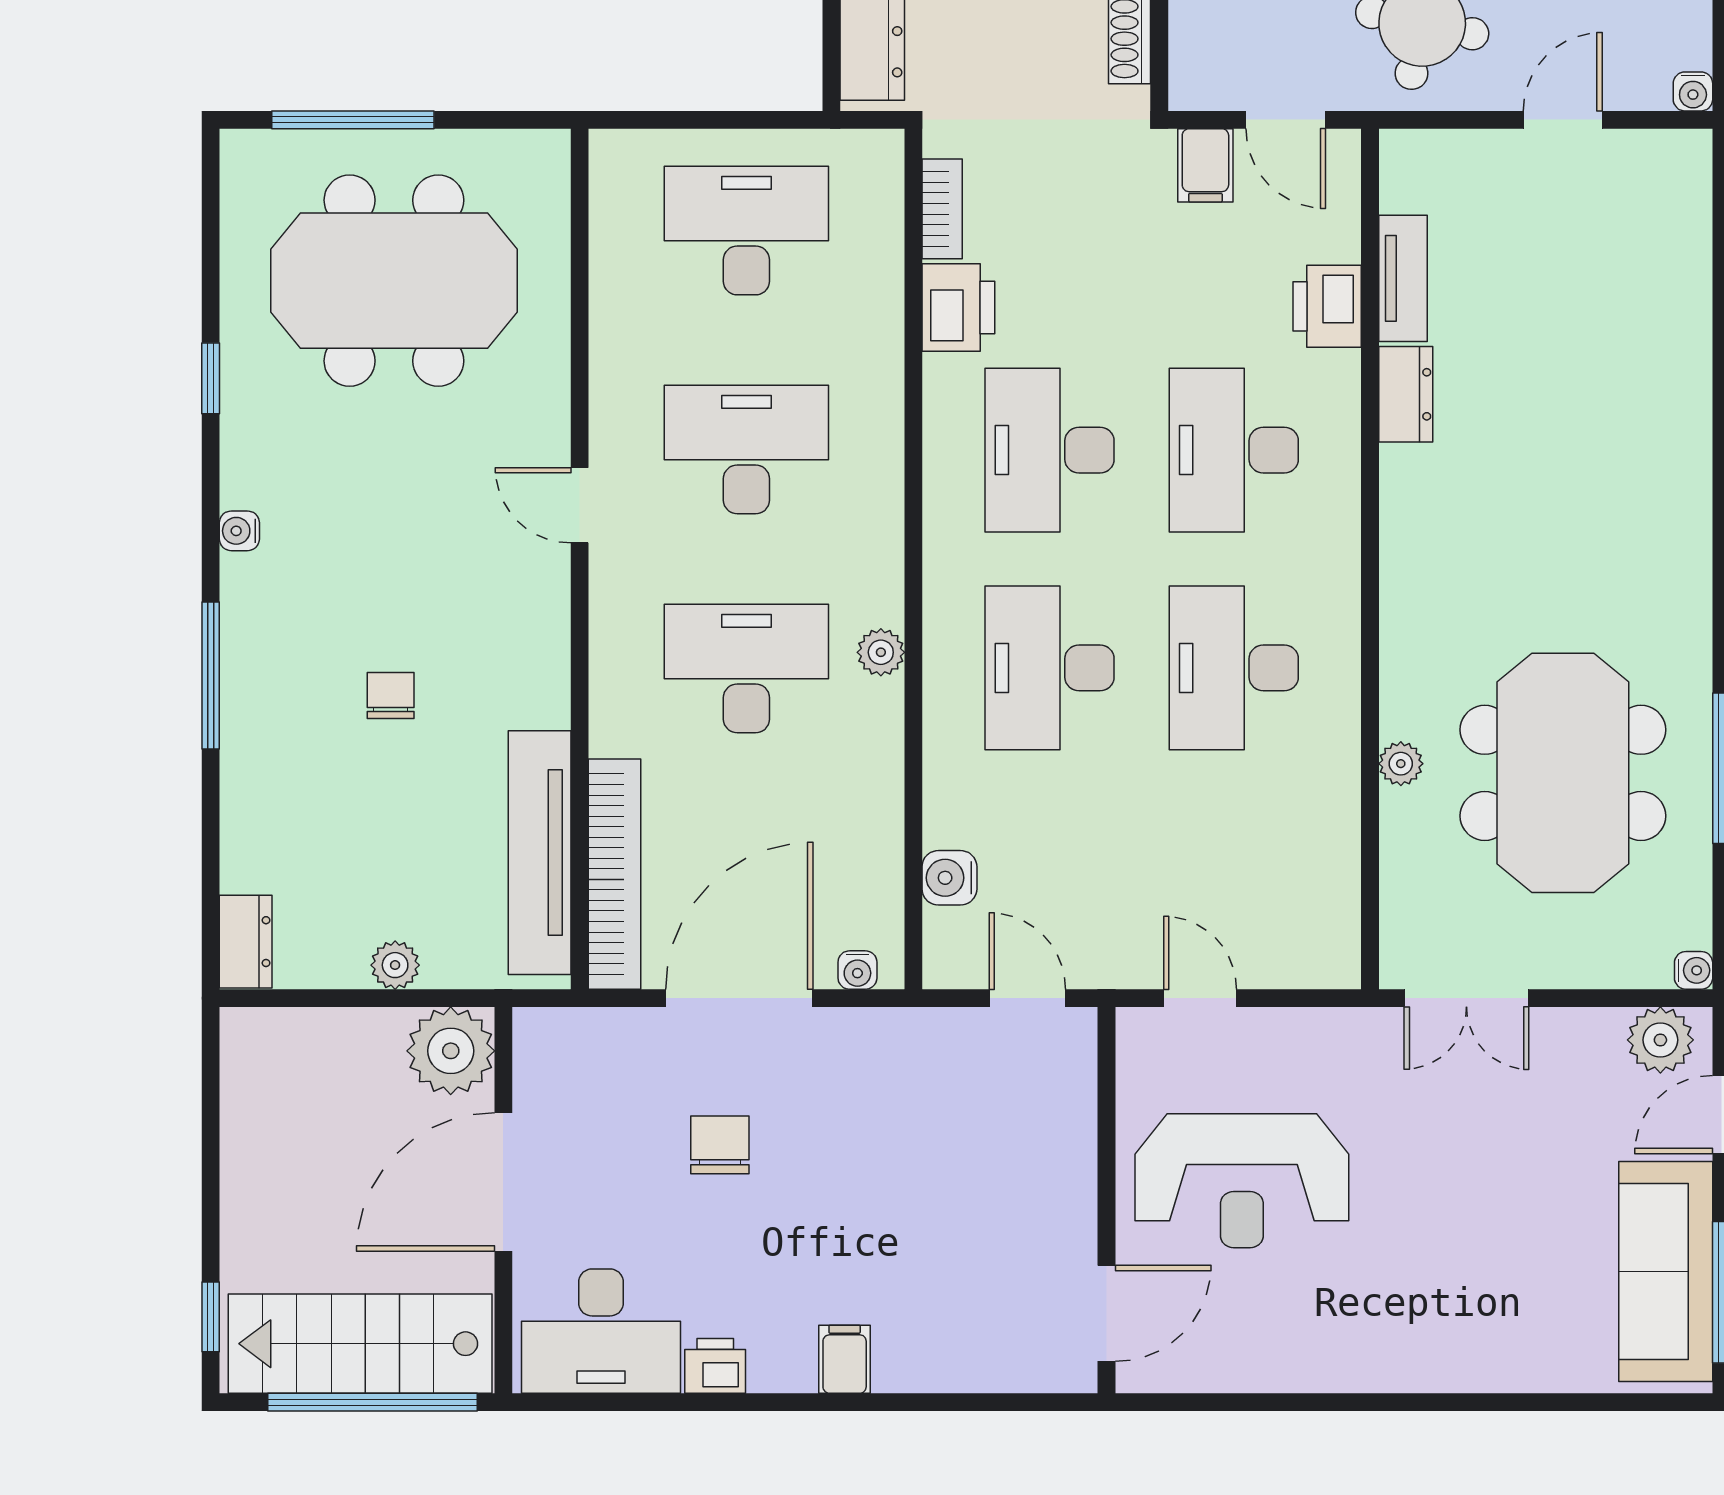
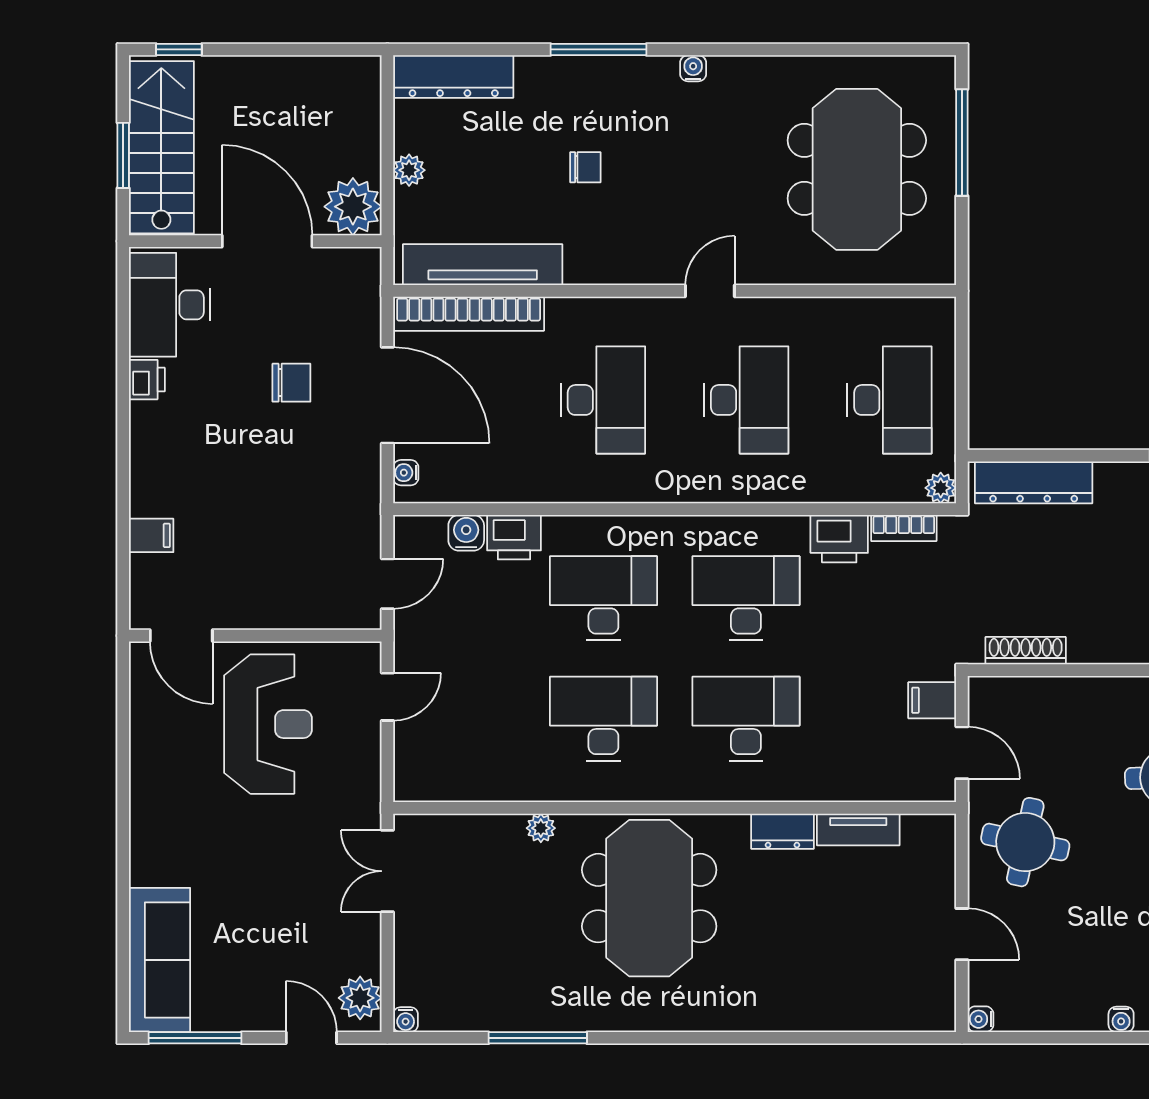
door: (1286, 120) -> (962, 753), swing flipped
printer: (1327, 306) -> (514, 537), moved, turned 180
window: (211, 378) -> (793, 49), removed
plant: (881, 652) -> (941, 488), moved
meeting table: (1563, 773) -> (649, 898), moved, turned 90
dresser: (246, 942) -> (454, 77), width x1.96, depth x1.24
reception desk: (1242, 1181) -> (268, 724), turned 180
sofa: (1666, 1271) -> (159, 960), moved, turned 90
filing cabinet: (845, 1359) -> (151, 535), moved
window: (373, 1402) -> (123, 155), width x0.47

